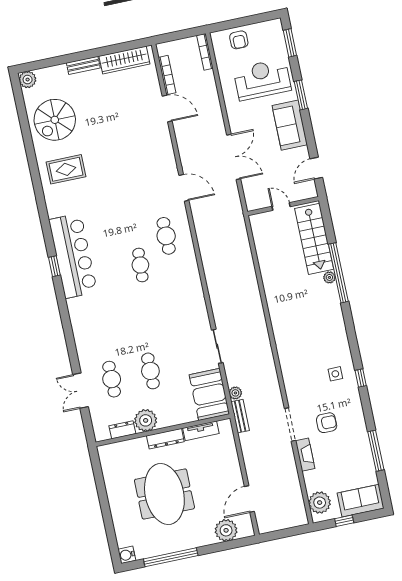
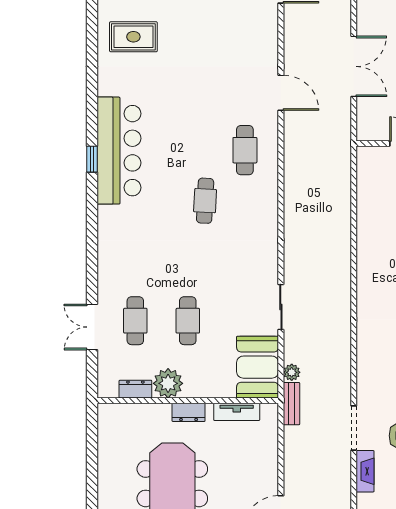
cafe table: (140, 265) -> (205, 201), moved
dresser: (165, 439) -> (189, 412), width x0.70

